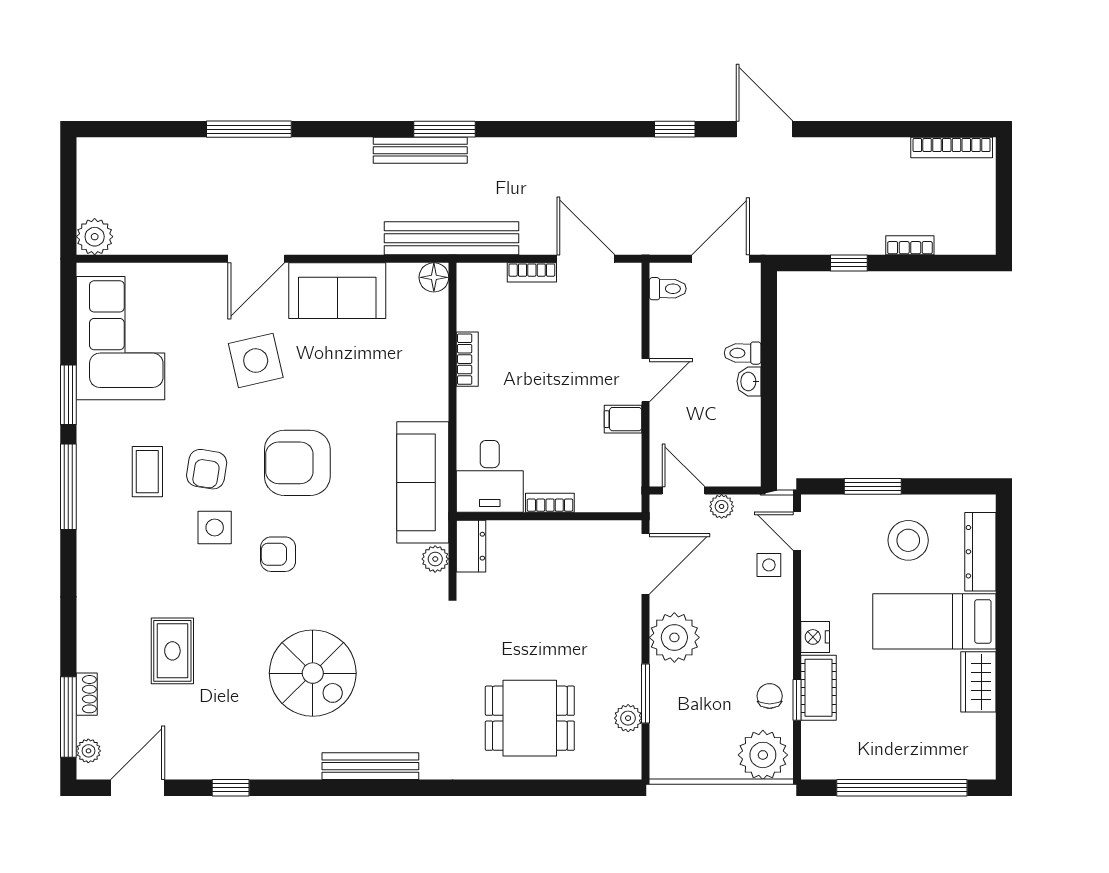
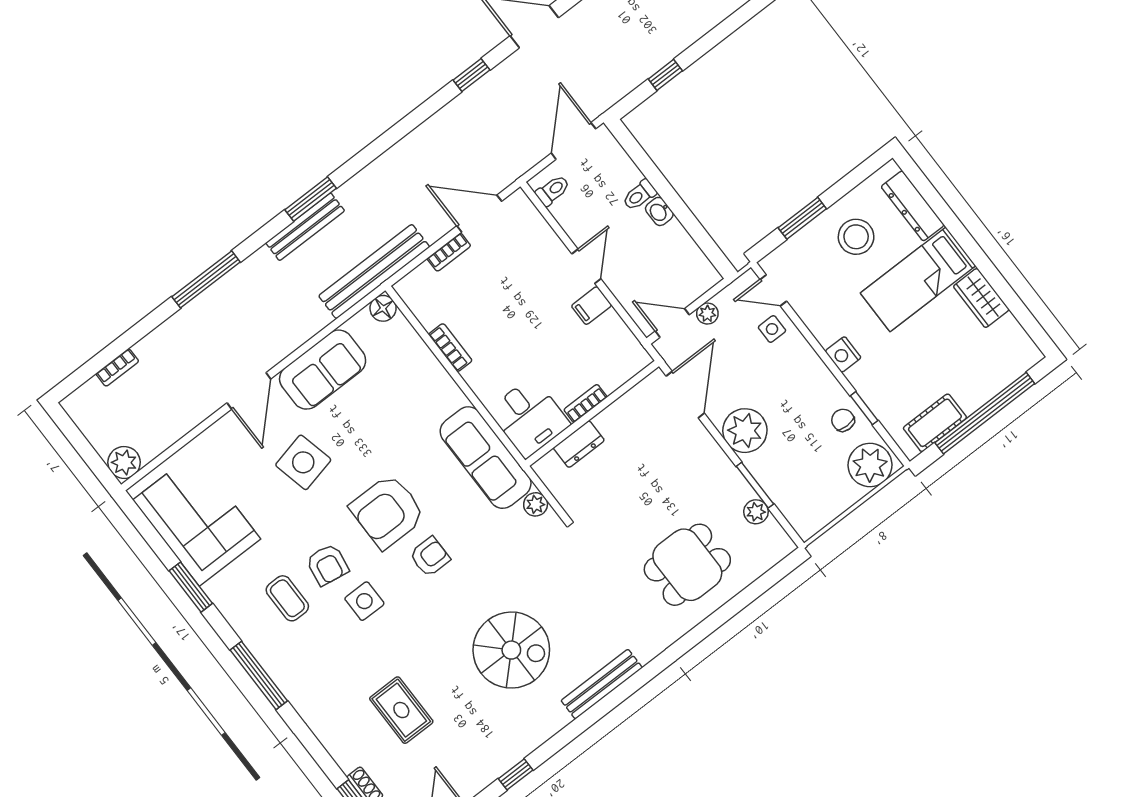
window: (249, 129) -> (206, 279), moved
bookcase: (910, 245) -> (117, 367), moved, turned 180
window: (68, 487) -> (259, 675), moved
dresser: (471, 546) -> (579, 444), moved, turned 90
armchair: (278, 554) -> (430, 557), moved, turned 180
cot: (819, 688) -> (935, 423), moved, turned 90

